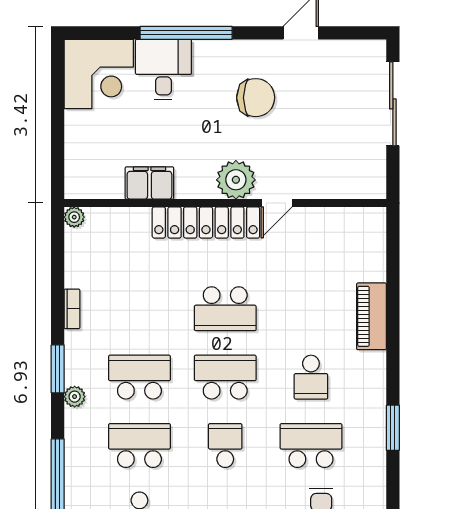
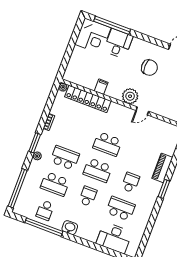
window: (186, 33) -> (112, 25), moved
filing cabinet: (149, 183) -> (101, 87), width x0.50
locker: (206, 222) -> (88, 99), moved
school desk: (225, 377) -> (98, 170), turned 180
school desk: (311, 377) -> (130, 182), turned 180
window: (393, 428) -> (164, 189), moved
school desk: (139, 446) -> (55, 184), turned 180

